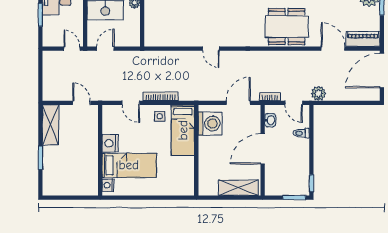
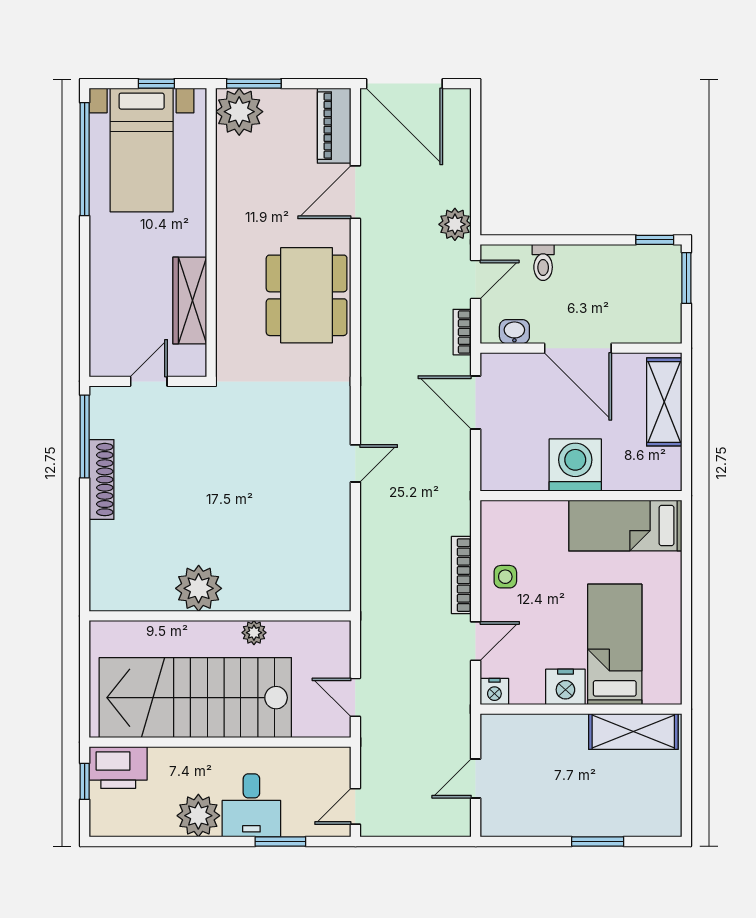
door: (72, 49) -> (355, 806), moved
door: (81, 103) -> (476, 778), moved
washing machine: (210, 124) -> (575, 465), moved
shelving: (51, 125) -> (633, 732), moved
bed: (183, 130) -> (625, 526), moved, turned 180
nightstand: (108, 185) -> (494, 692), moved

